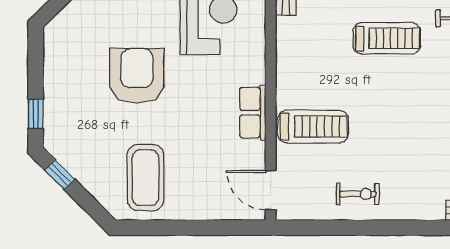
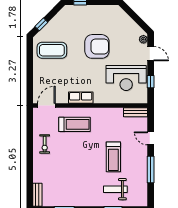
treadmill: (313, 127) -> (74, 124), turned -90
window: (60, 175) -> (41, 24), moved

